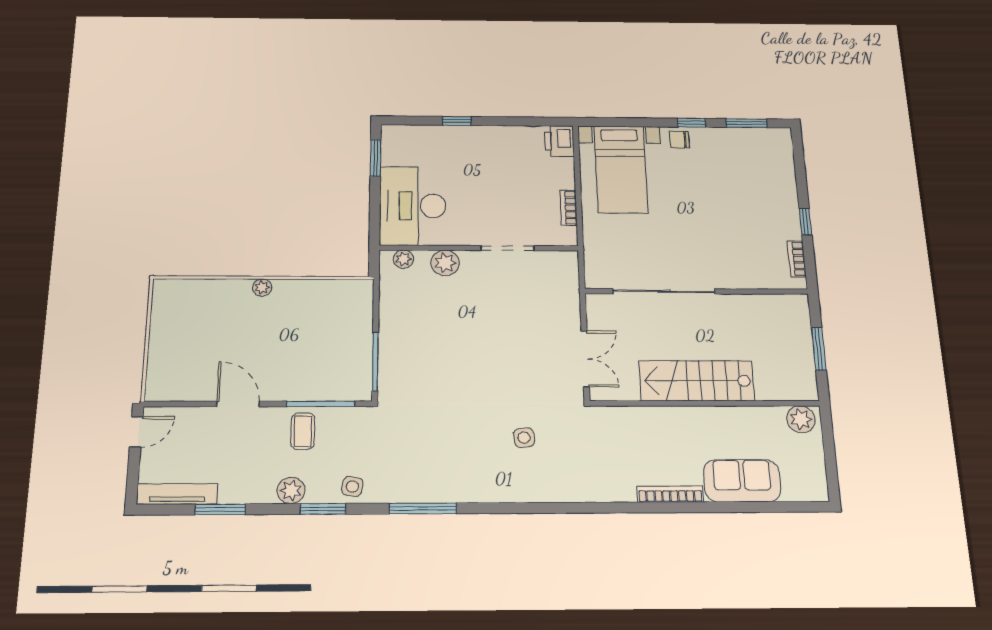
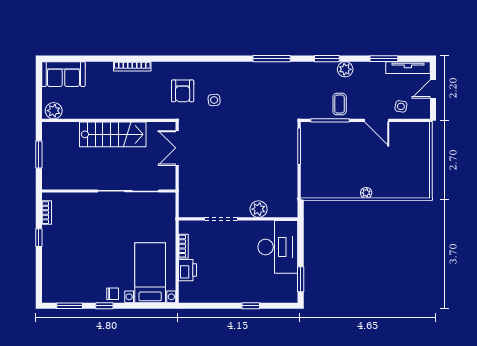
printer: (559, 141) -> (187, 270), moved
plant: (403, 259) -> (283, 211), removed
door: (136, 432) -> (433, 89), moved
armchair: (580, 453) -> (183, 91), added
sofa: (742, 481) -> (63, 74), moved
side table: (352, 486) -> (401, 106), moved

